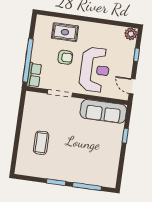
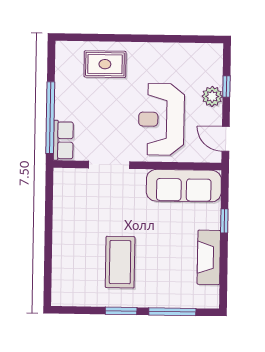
plant: (131, 34) -> (212, 96), moved
armchair: (65, 57) -> (111, 105), removed
reception desk: (95, 70) -> (161, 119), turned 180
coffee table: (41, 143) -> (120, 262), moved, width x1.36, depth x1.32
fireplace: (113, 156) -> (209, 257), added

